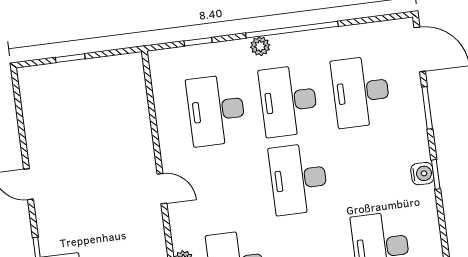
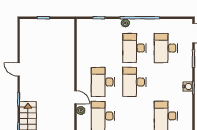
desk: (216, 110) -> (103, 82), moved
door: (162, 189) -> (75, 97), moved

